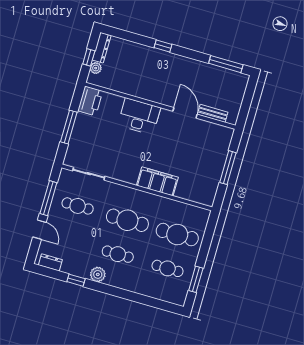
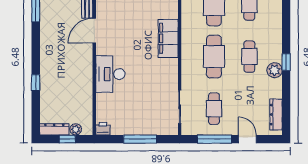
window: (163, 46) -> (36, 83), moved
printer: (90, 101) -> (103, 129), width x0.53, depth x0.68
door: (39, 230) -> (247, 139), hinge flipped
dresser: (50, 262) -> (276, 115), width x1.44
window: (76, 280) -> (286, 62), moved

